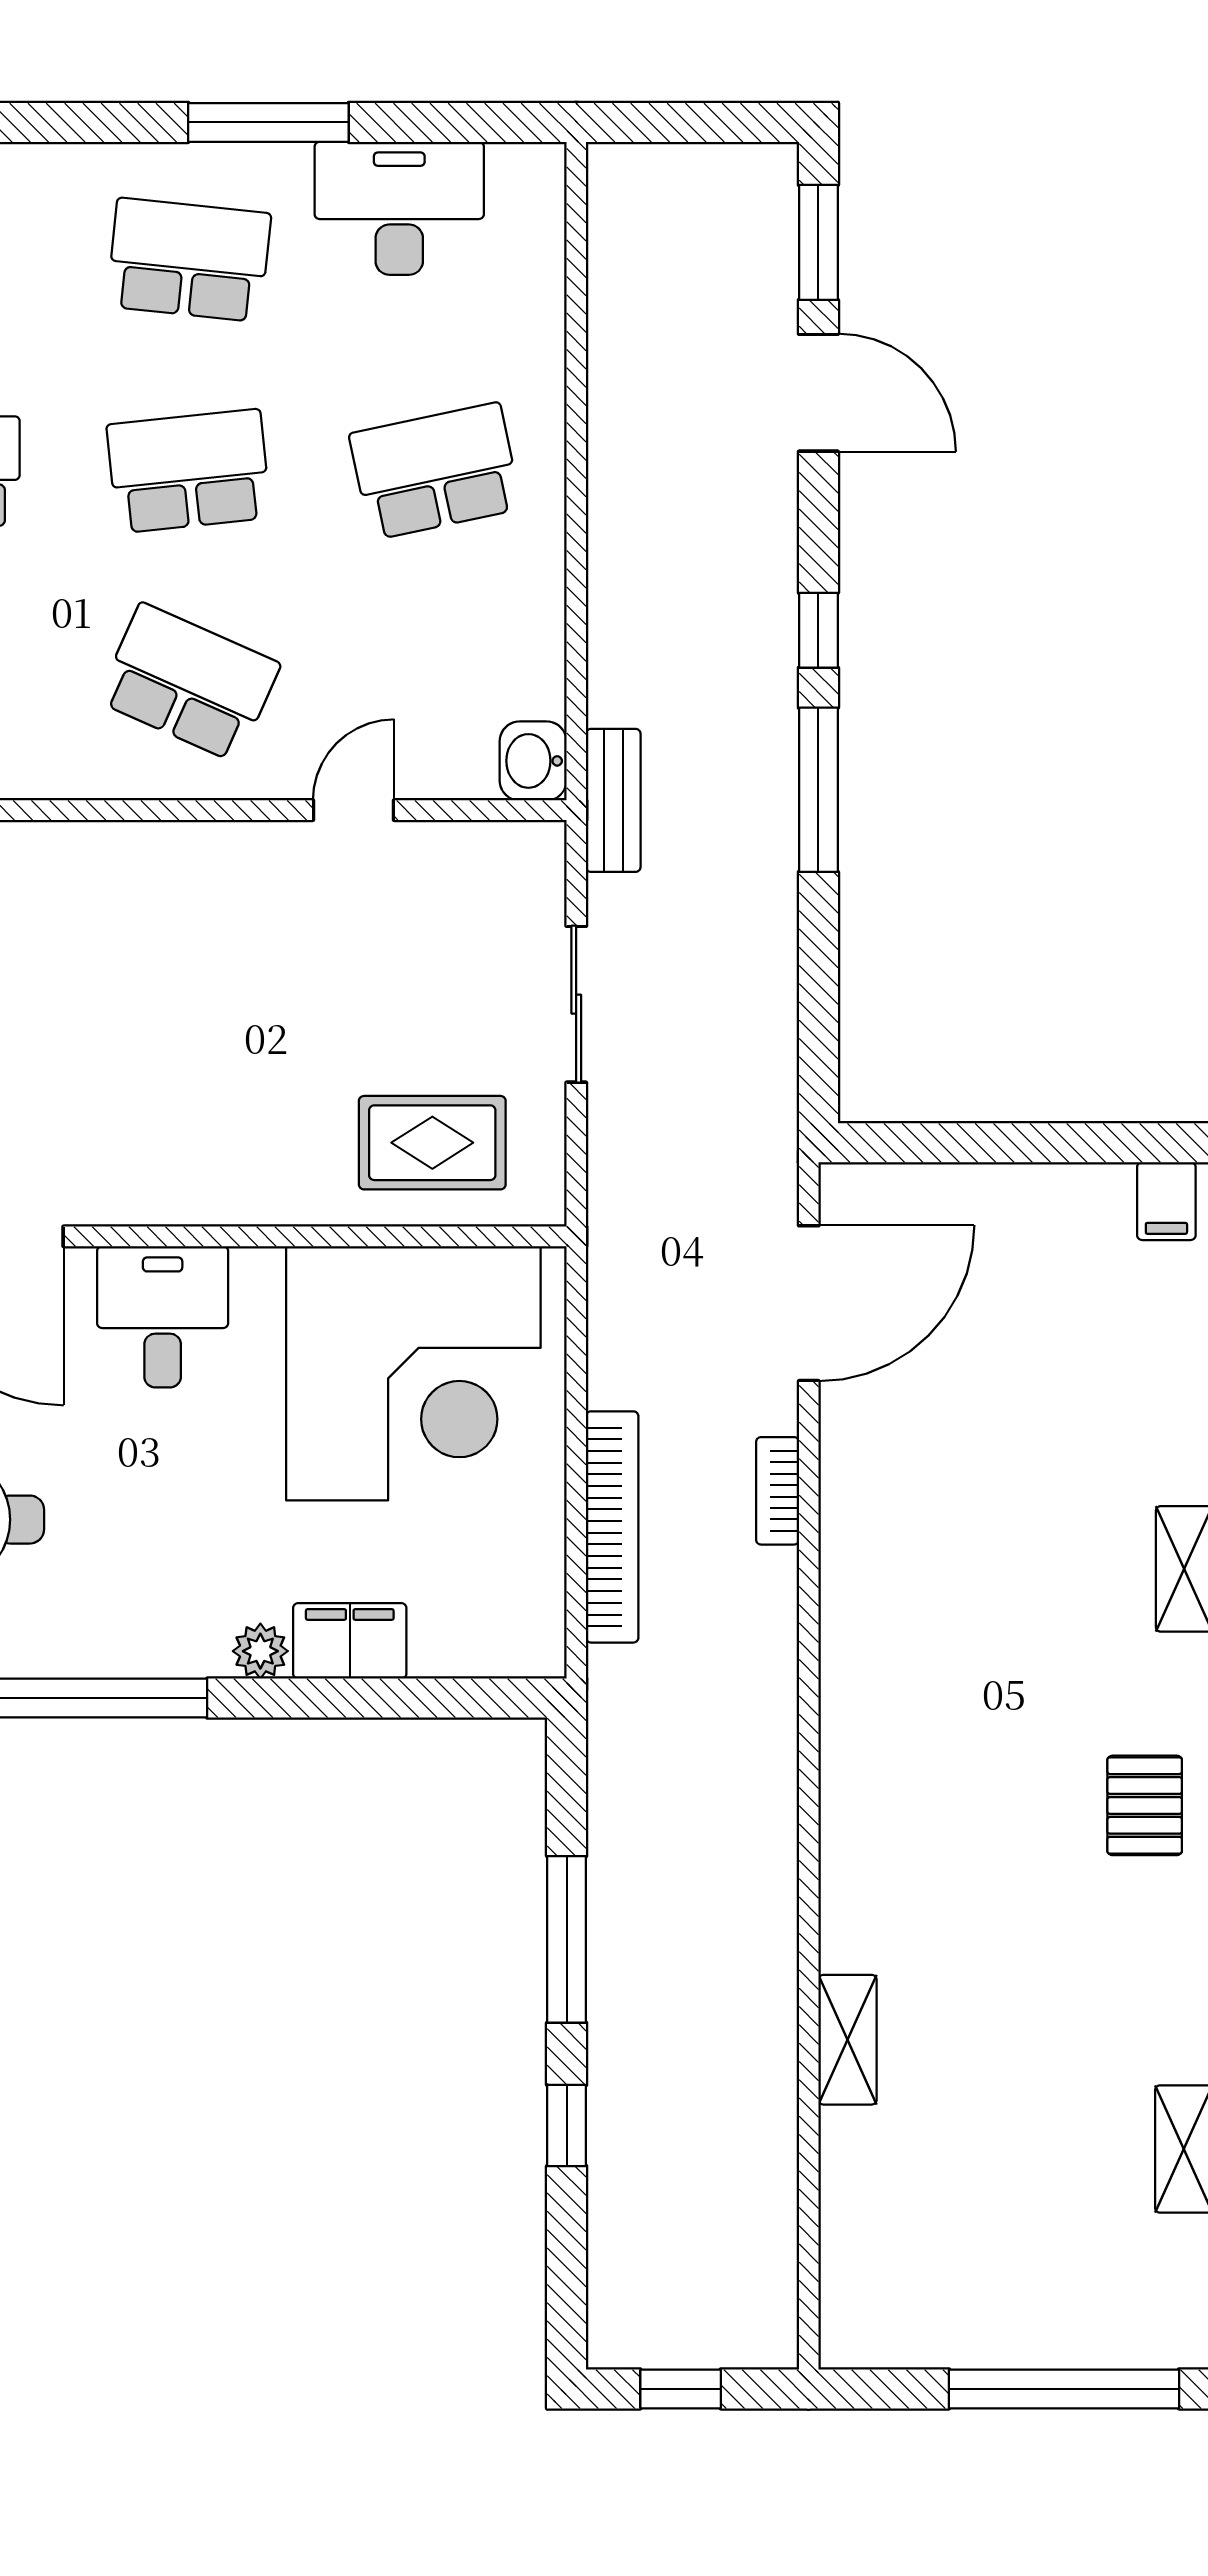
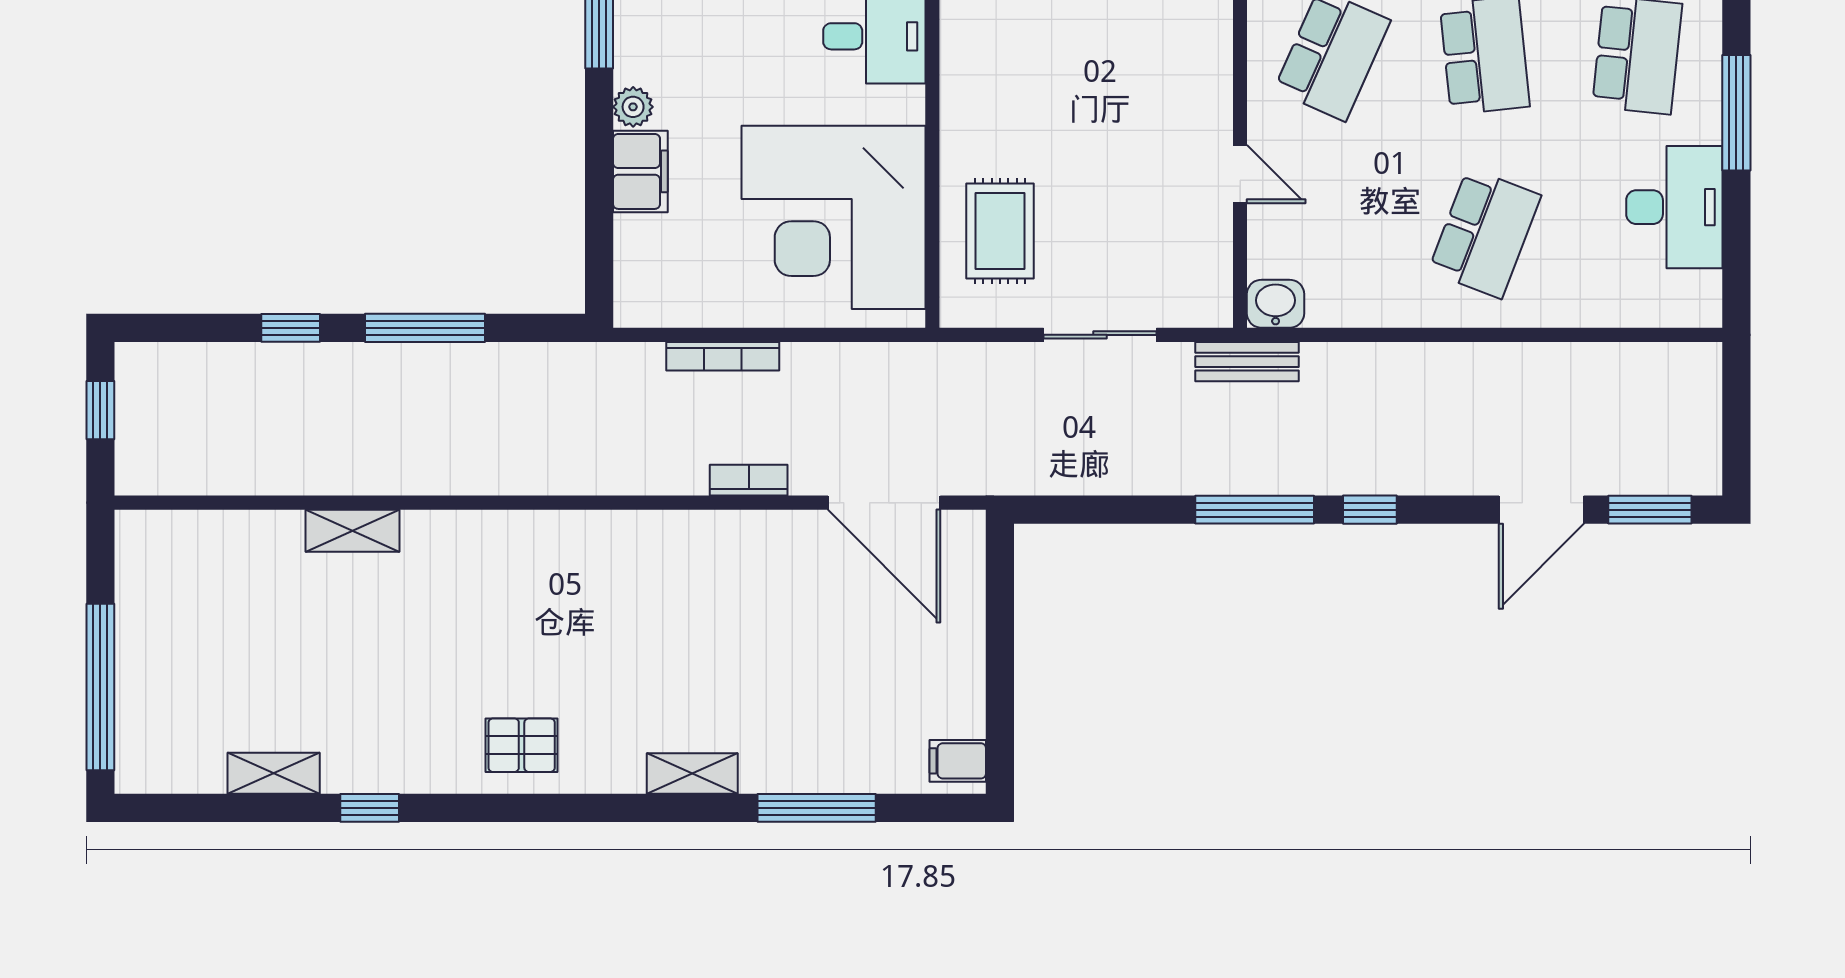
school desk: (435, 471) -> (1485, 233), turned 33
bookcase: (612, 1527) -> (723, 356), width x0.68, depth x0.76

